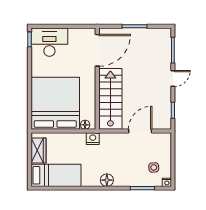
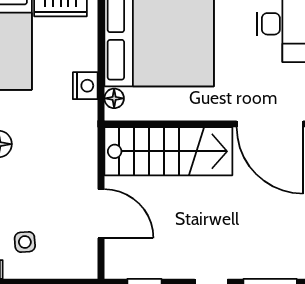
nightstand: (93, 139) -> (85, 86), moved

